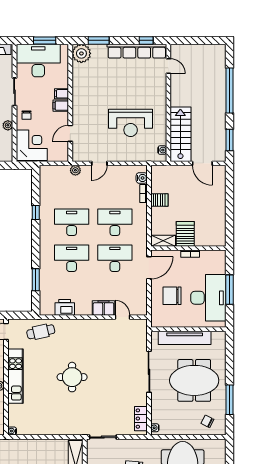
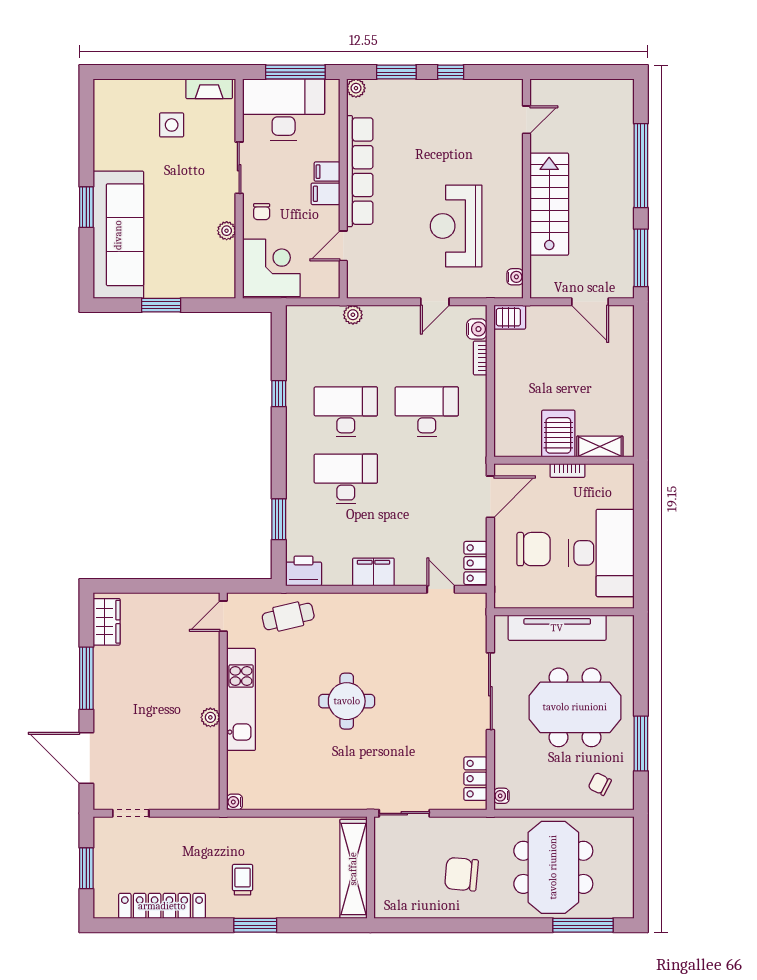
window: (45, 40) -> (295, 72), width x1.44
window: (146, 40) -> (451, 72), moved
row of seats: (137, 51) -> (360, 171), moved, turned -90
plant: (81, 53) -> (356, 88), width x0.53, depth x0.53
door: (168, 66) -> (527, 120), hinge flipped
reception desk: (131, 123) -> (456, 226), turned 90
stairs: (180, 134) -> (549, 204), moved
window: (229, 140) -> (641, 258), width x1.44
door: (99, 163) -> (435, 302), moved
server rack: (159, 200) -> (510, 317), moved
shelving: (163, 241) -> (600, 446), moved
desk: (115, 258) -> (427, 479), removed
window: (229, 290) -> (641, 538), removed
chair: (172, 296) -> (534, 549), turned 180
locker: (141, 303) -> (475, 563), added
printer: (65, 307) -> (304, 571), moved
filing cabinet: (103, 308) -> (373, 572), moved

